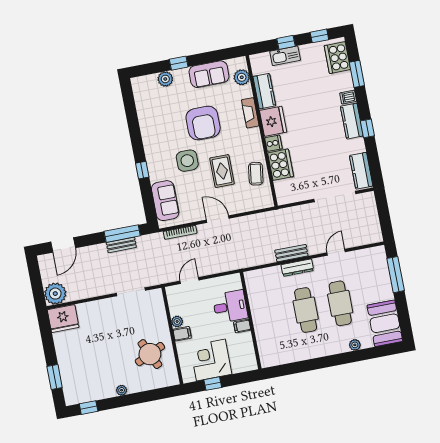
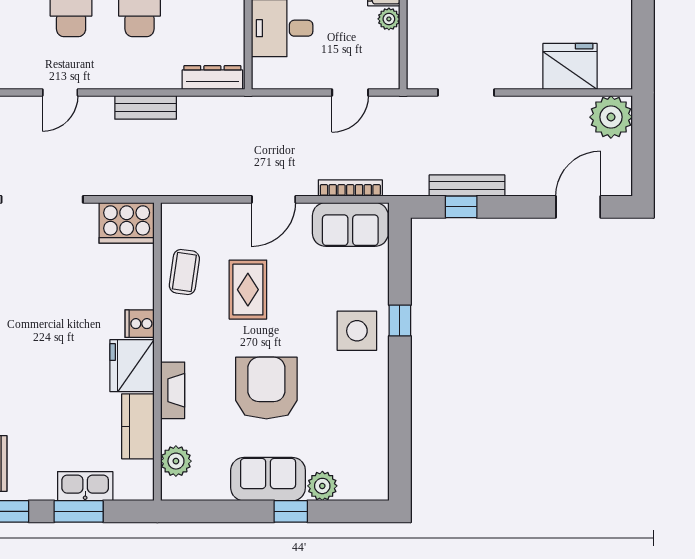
window: (286, 42) -> (79, 511), width x1.50
sofa: (209, 74) -> (268, 479), moved
side table: (187, 161) -> (357, 331), moved
cooker: (281, 165) -> (127, 223), moved, turned -90
sofa: (165, 201) -> (350, 224), moved, turned -90
door: (218, 219) -> (274, 199), hinge flipped
window: (122, 234) -> (461, 207), width x0.46
bench: (121, 245) -> (467, 186), width x1.36
dresser: (297, 268) -> (212, 78), moved
fridge: (63, 319) -> (570, 66), moved

